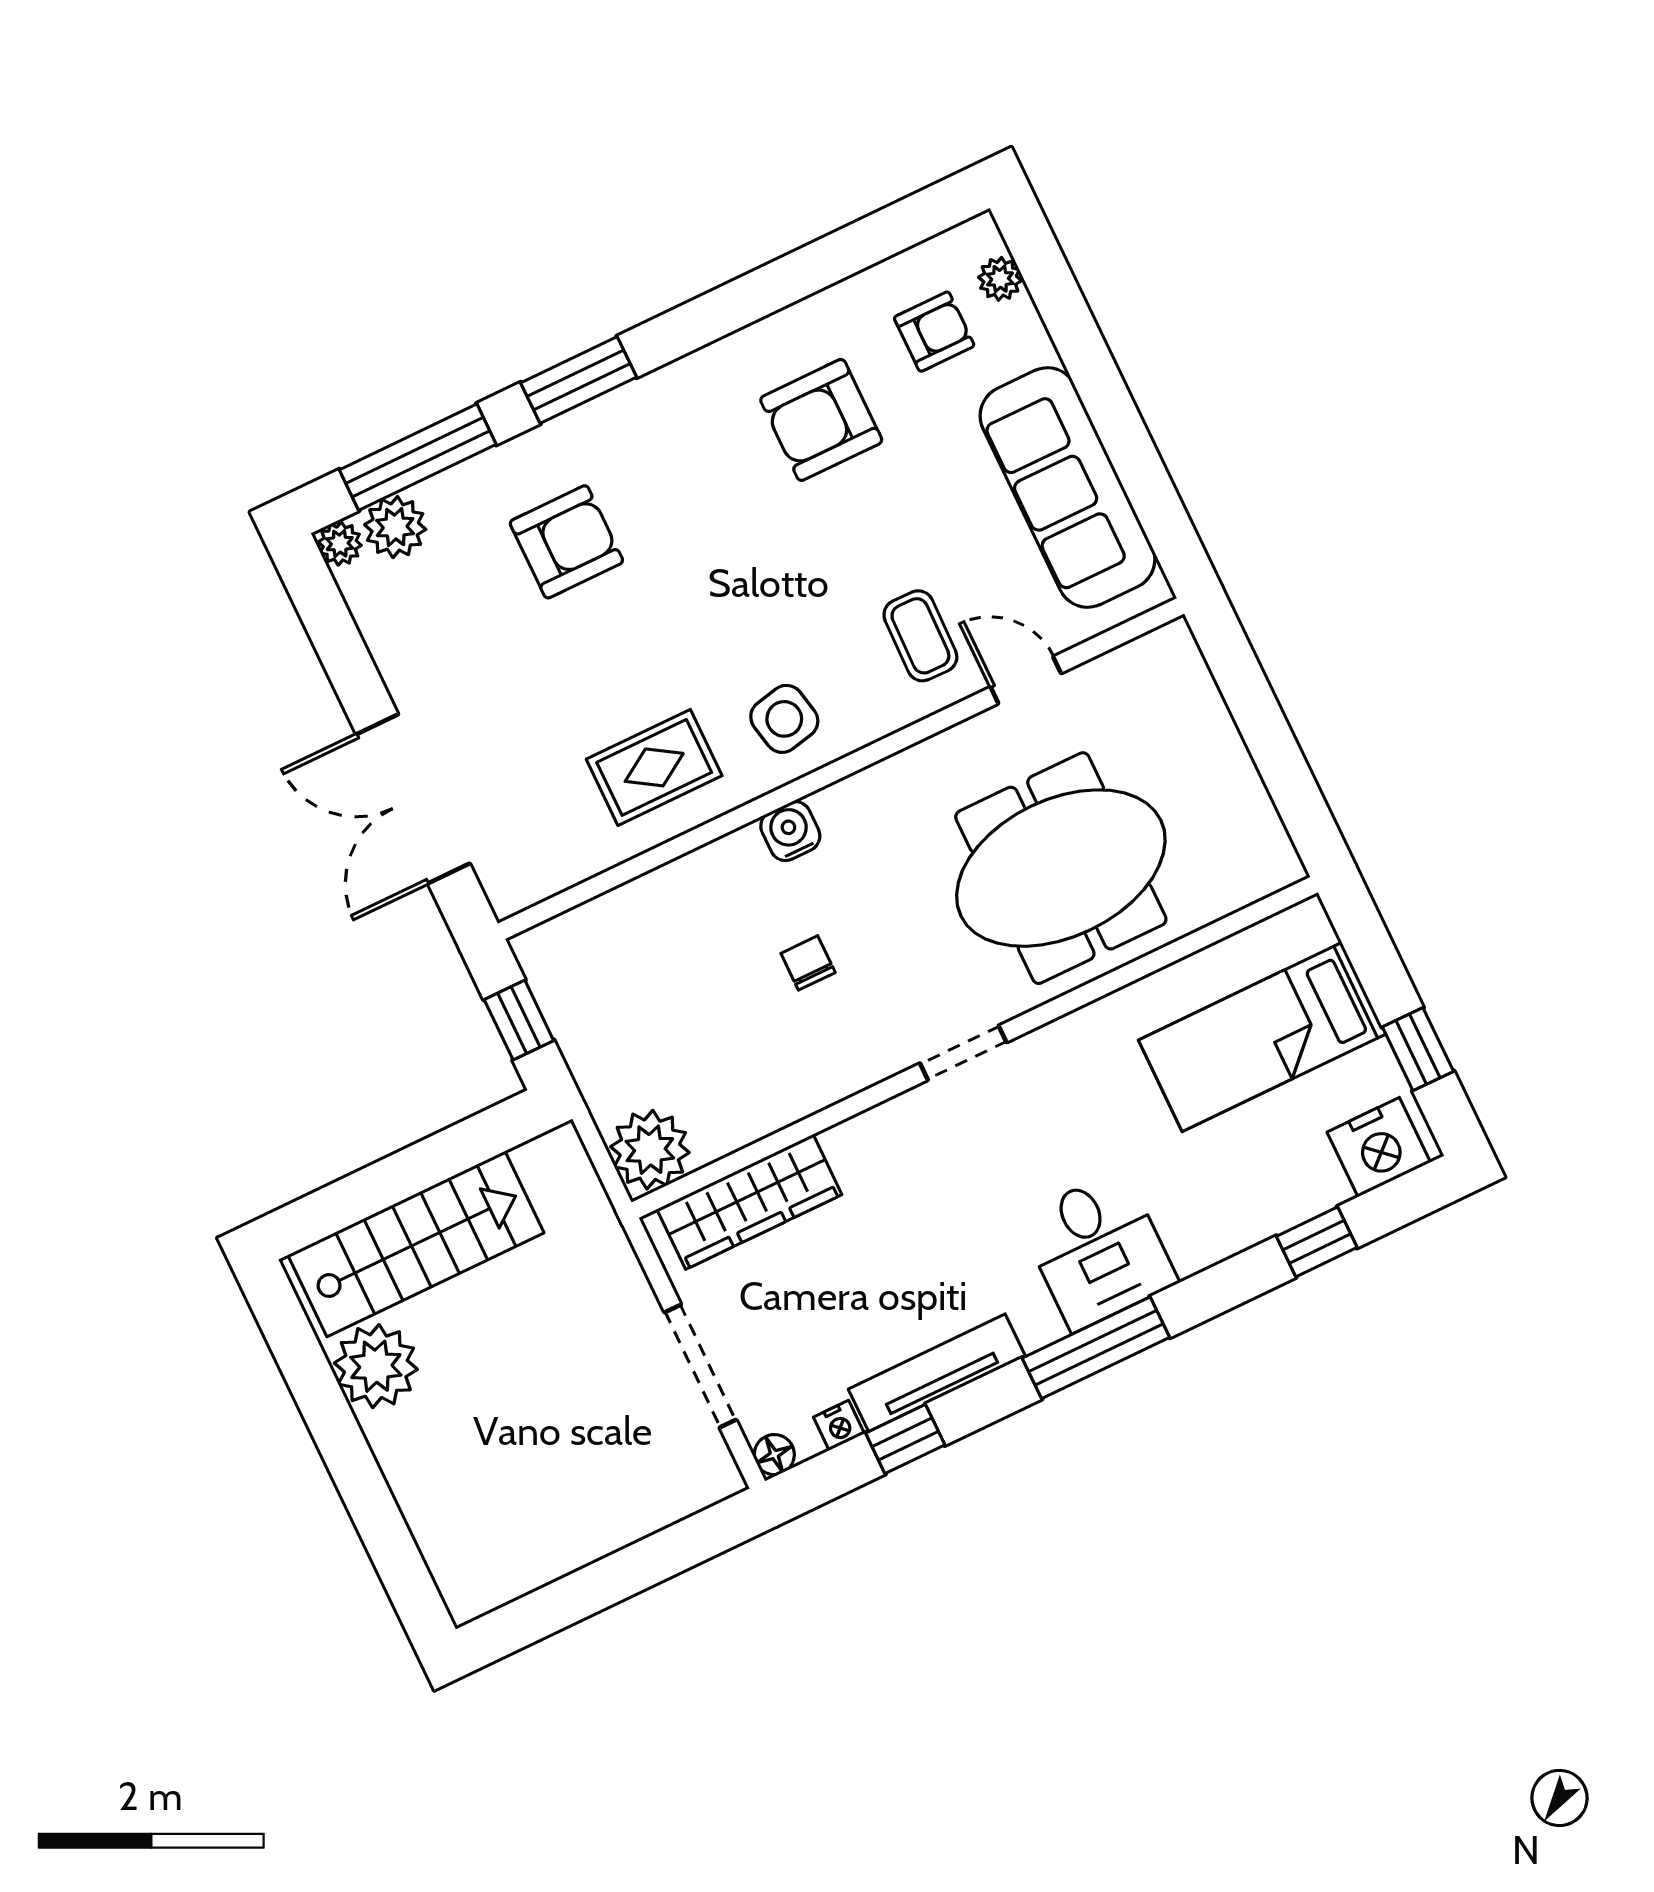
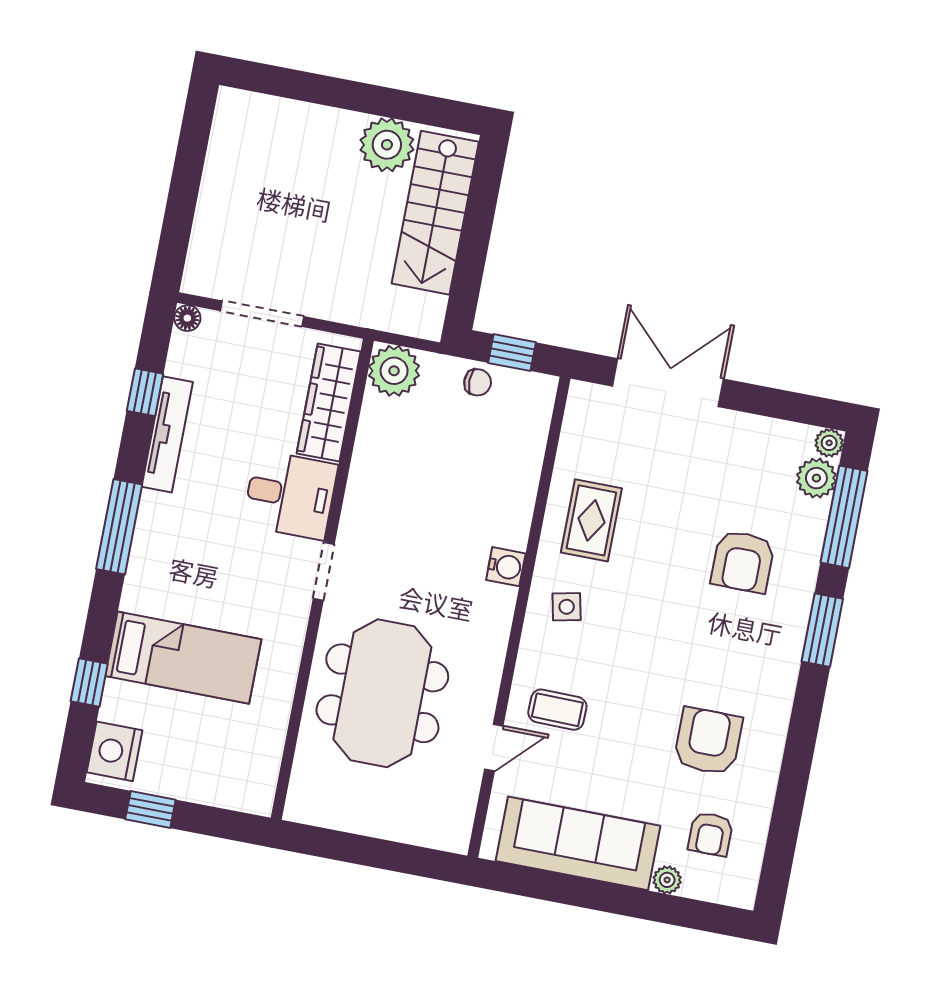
plant: (1000, 279) -> (667, 880), moved
side table: (784, 719) -> (567, 607), width x0.73, depth x0.73
chair: (808, 963) -> (478, 382), moved
bed: (1262, 1037) -> (183, 658), moved, turned 90
desk: (1098, 1250) -> (290, 495), moved, turned 180
nightstand: (839, 1425) -> (178, 363), removed

